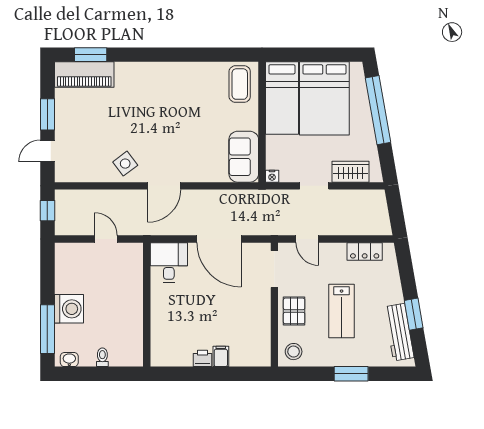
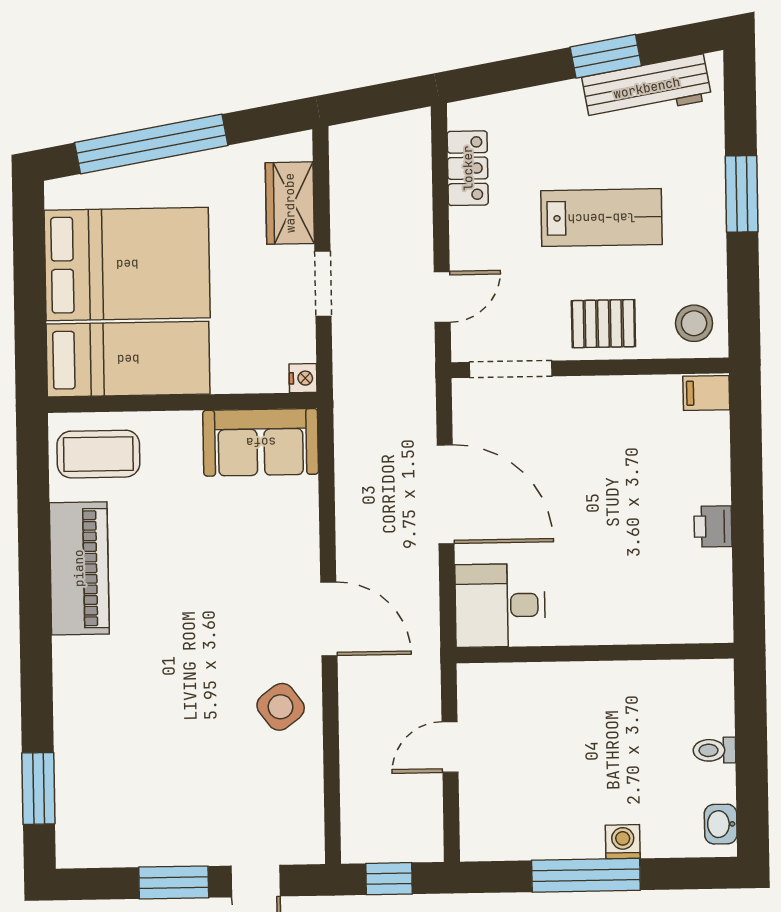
piano: (84, 75) -> (79, 568), moved
door: (219, 239) -> (446, 494), hinge flipped
washing machine: (69, 309) -> (623, 842), width x0.53, depth x0.53
window: (47, 329) -> (586, 875), moved
filing cabinet: (221, 356) -> (706, 393), moved

